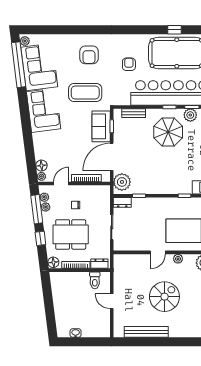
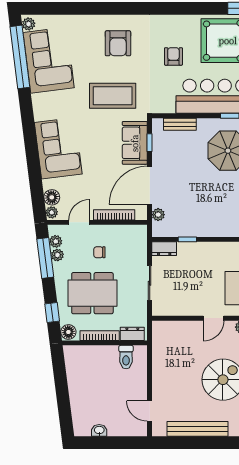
corner sofa: (44, 110) -> (58, 148), moved
plant: (122, 182) -> (158, 215), width x0.53, depth x0.53
window: (40, 238) -> (52, 312), moved
door: (112, 301) -> (150, 411), moved

